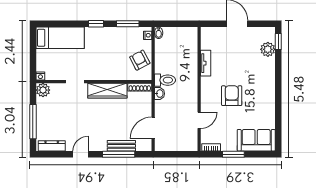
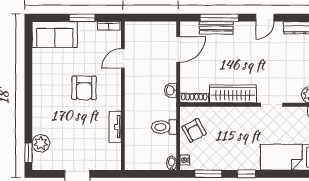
toilet: (165, 80) -> (164, 127), moved

